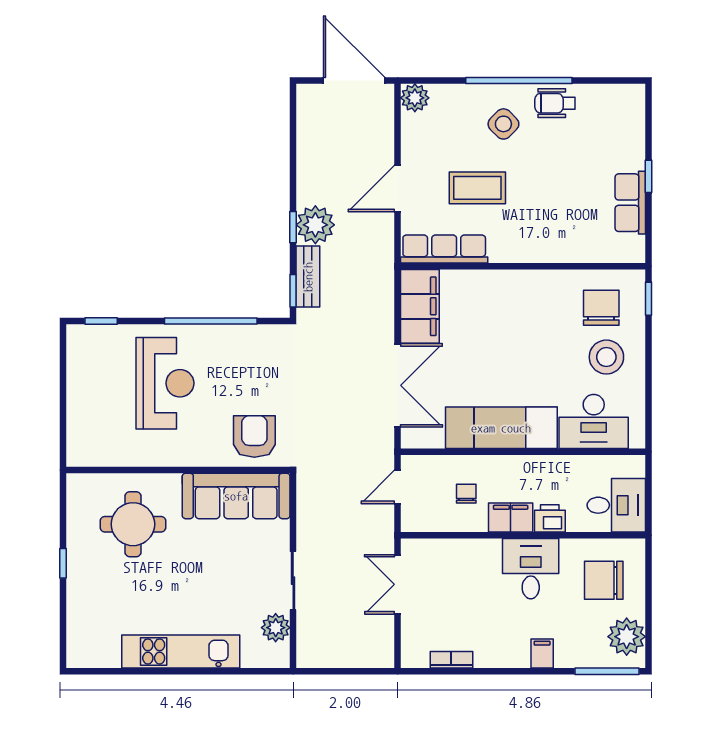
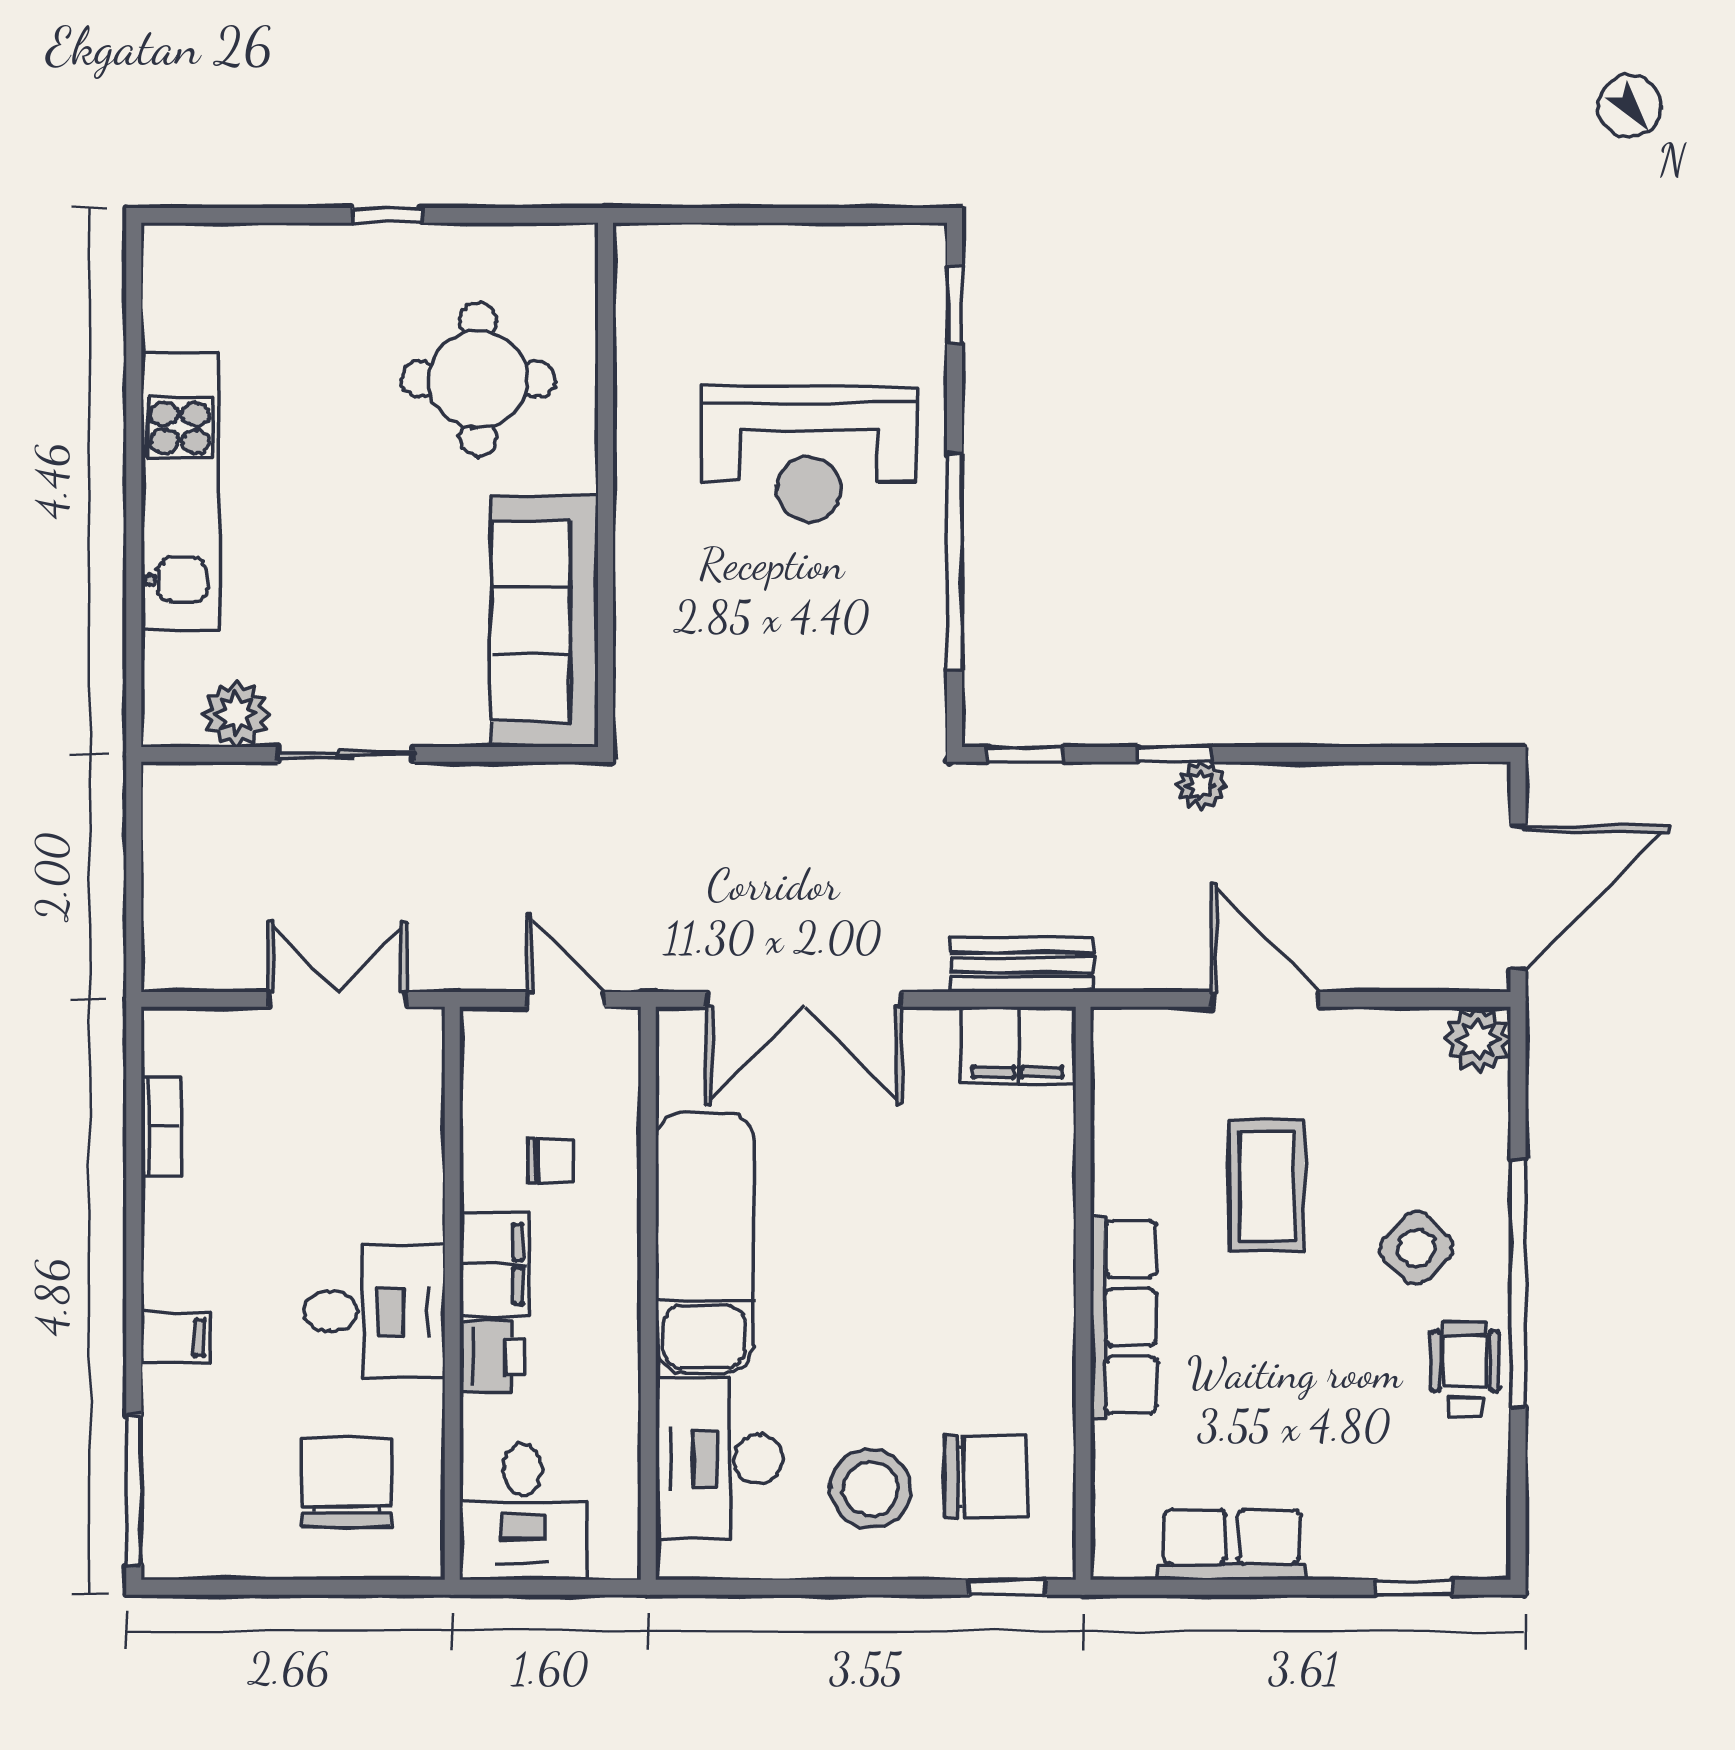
window: (648, 176) -> (1414, 1587), moved
plant: (315, 225) -> (1201, 786), width x0.53, depth x0.53
row of seats: (444, 249) -> (1123, 1317), moved
bench: (308, 277) -> (1022, 965), moved
filing cabinet: (420, 306) -> (1018, 1045), width x0.67, depth x0.86
armchair: (254, 436) -> (684, 664), removed
plant: (627, 637) -> (215, 1536), removed

